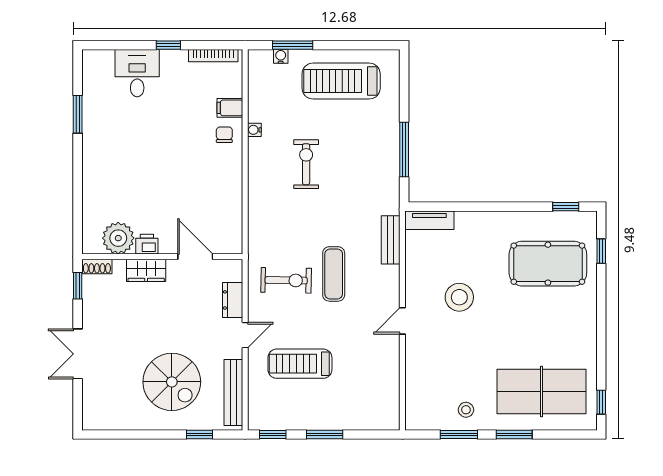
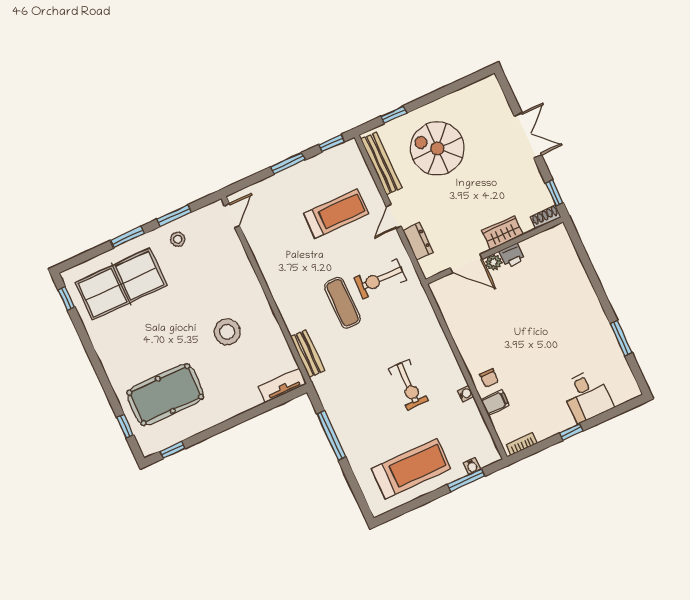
bookcase: (213, 56) -> (522, 444), width x0.64
plant: (118, 238) -> (494, 262), moved, width x0.53, depth x0.53
door: (402, 321) -> (232, 216), moved

